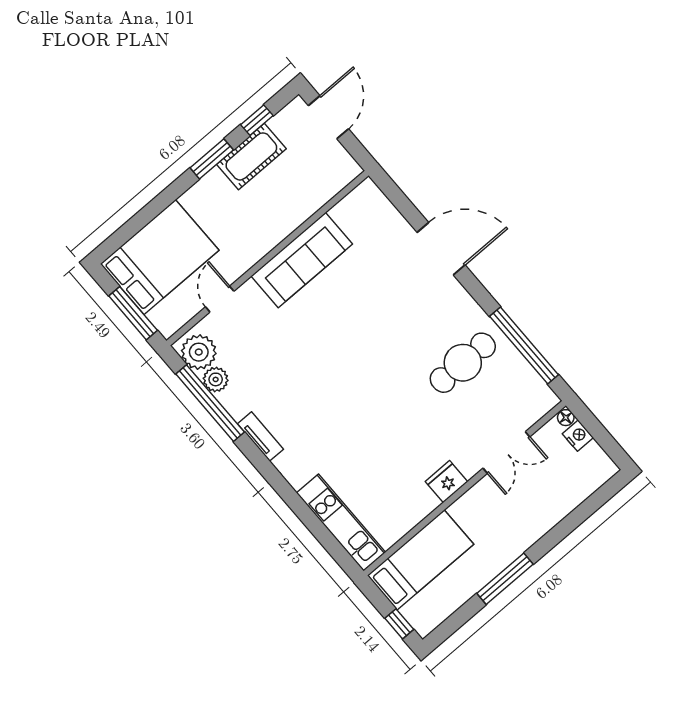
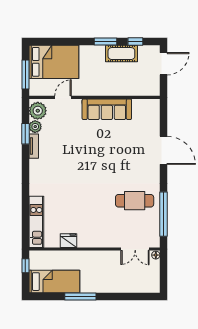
window: (210, 403) -> (25, 134), width x0.47
tv unit: (261, 436) -> (34, 146), moved
nightstand: (578, 436) -> (155, 266), removed
double door: (506, 452) -> (135, 249), moved
fridge: (446, 482) -> (69, 241), moved
bed: (421, 560) -> (54, 282), moved
window: (399, 624) -> (25, 266), moved

